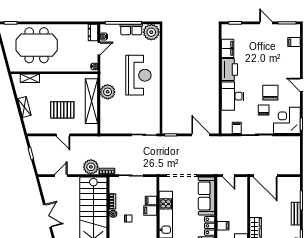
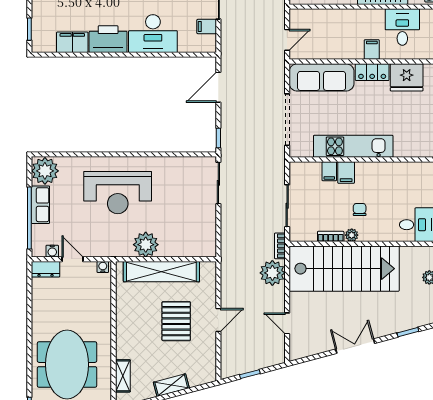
reception desk: (138, 75) -> (118, 193), turned 180

